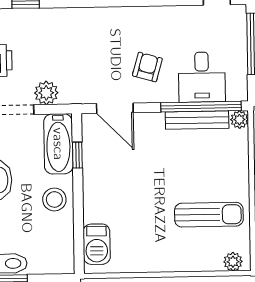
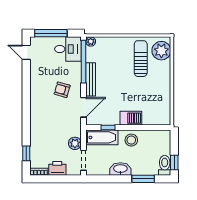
desk: (202, 77) -> (68, 49), moved
bench: (197, 120) -> (91, 79), moved
barbecue: (97, 244) -> (131, 118), moved
plant: (233, 262) -> (161, 51), width x1.87, depth x1.87

